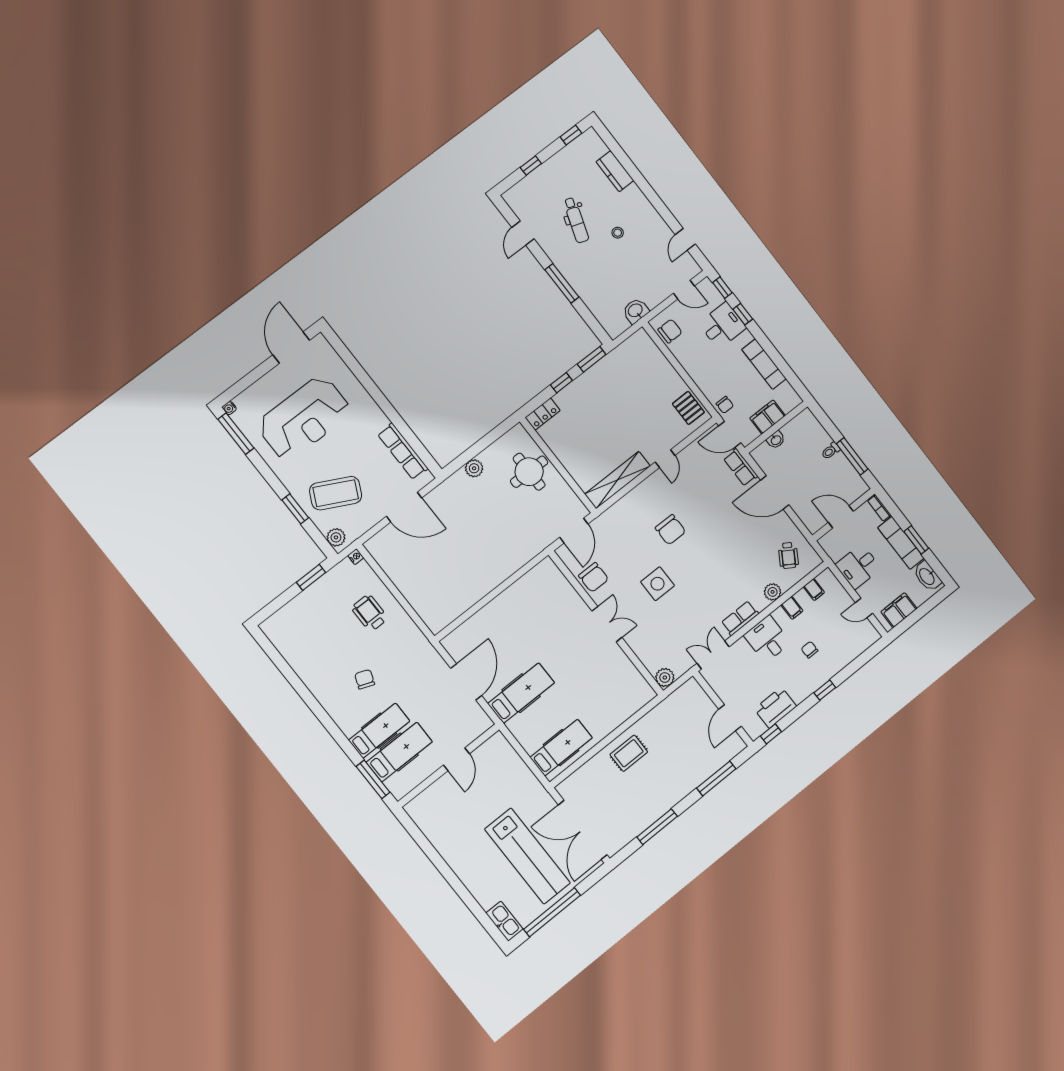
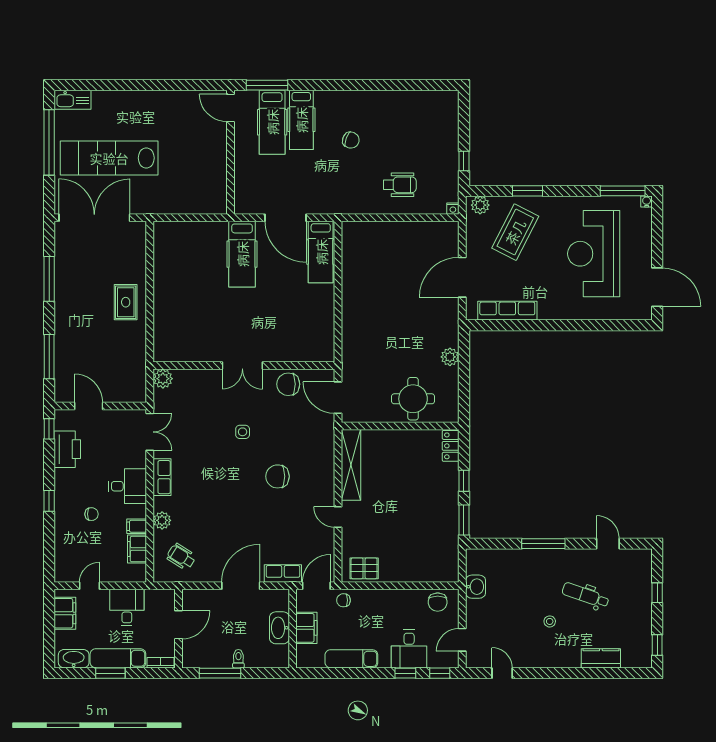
washbasin: (776, 440) -> (279, 628), width x1.91, depth x1.45
window: (311, 577) -> (464, 161), width x0.67
side table: (657, 584) -> (243, 432), width x0.54, depth x0.54
filing cabinet: (814, 590) -> (137, 549), width x2.00
hospital bed: (561, 748) -> (321, 252), moved
door: (456, 759) -> (230, 108), moved

